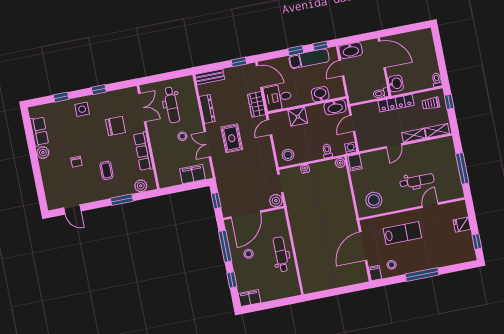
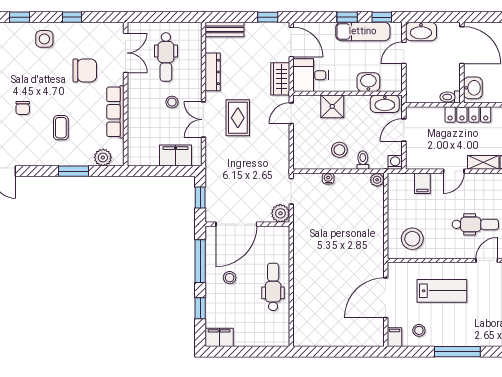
stool: (288, 155) -> (339, 150), moved
filing cabinet: (355, 162) -> (422, 183), moved

